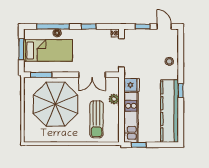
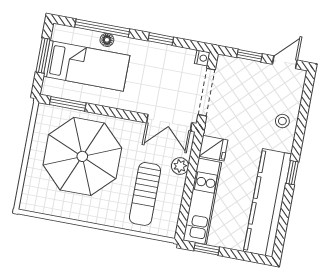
door: (164, 26) -> (285, 62), hinge flipped
double door: (92, 75) -> (169, 123), moved

